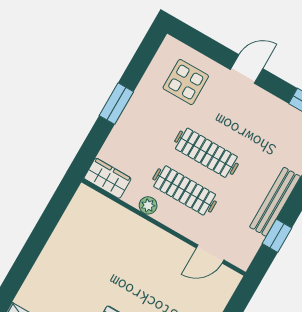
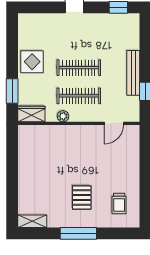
display table: (186, 82) -> (32, 62), moved
window: (116, 104) -> (12, 91), moved

